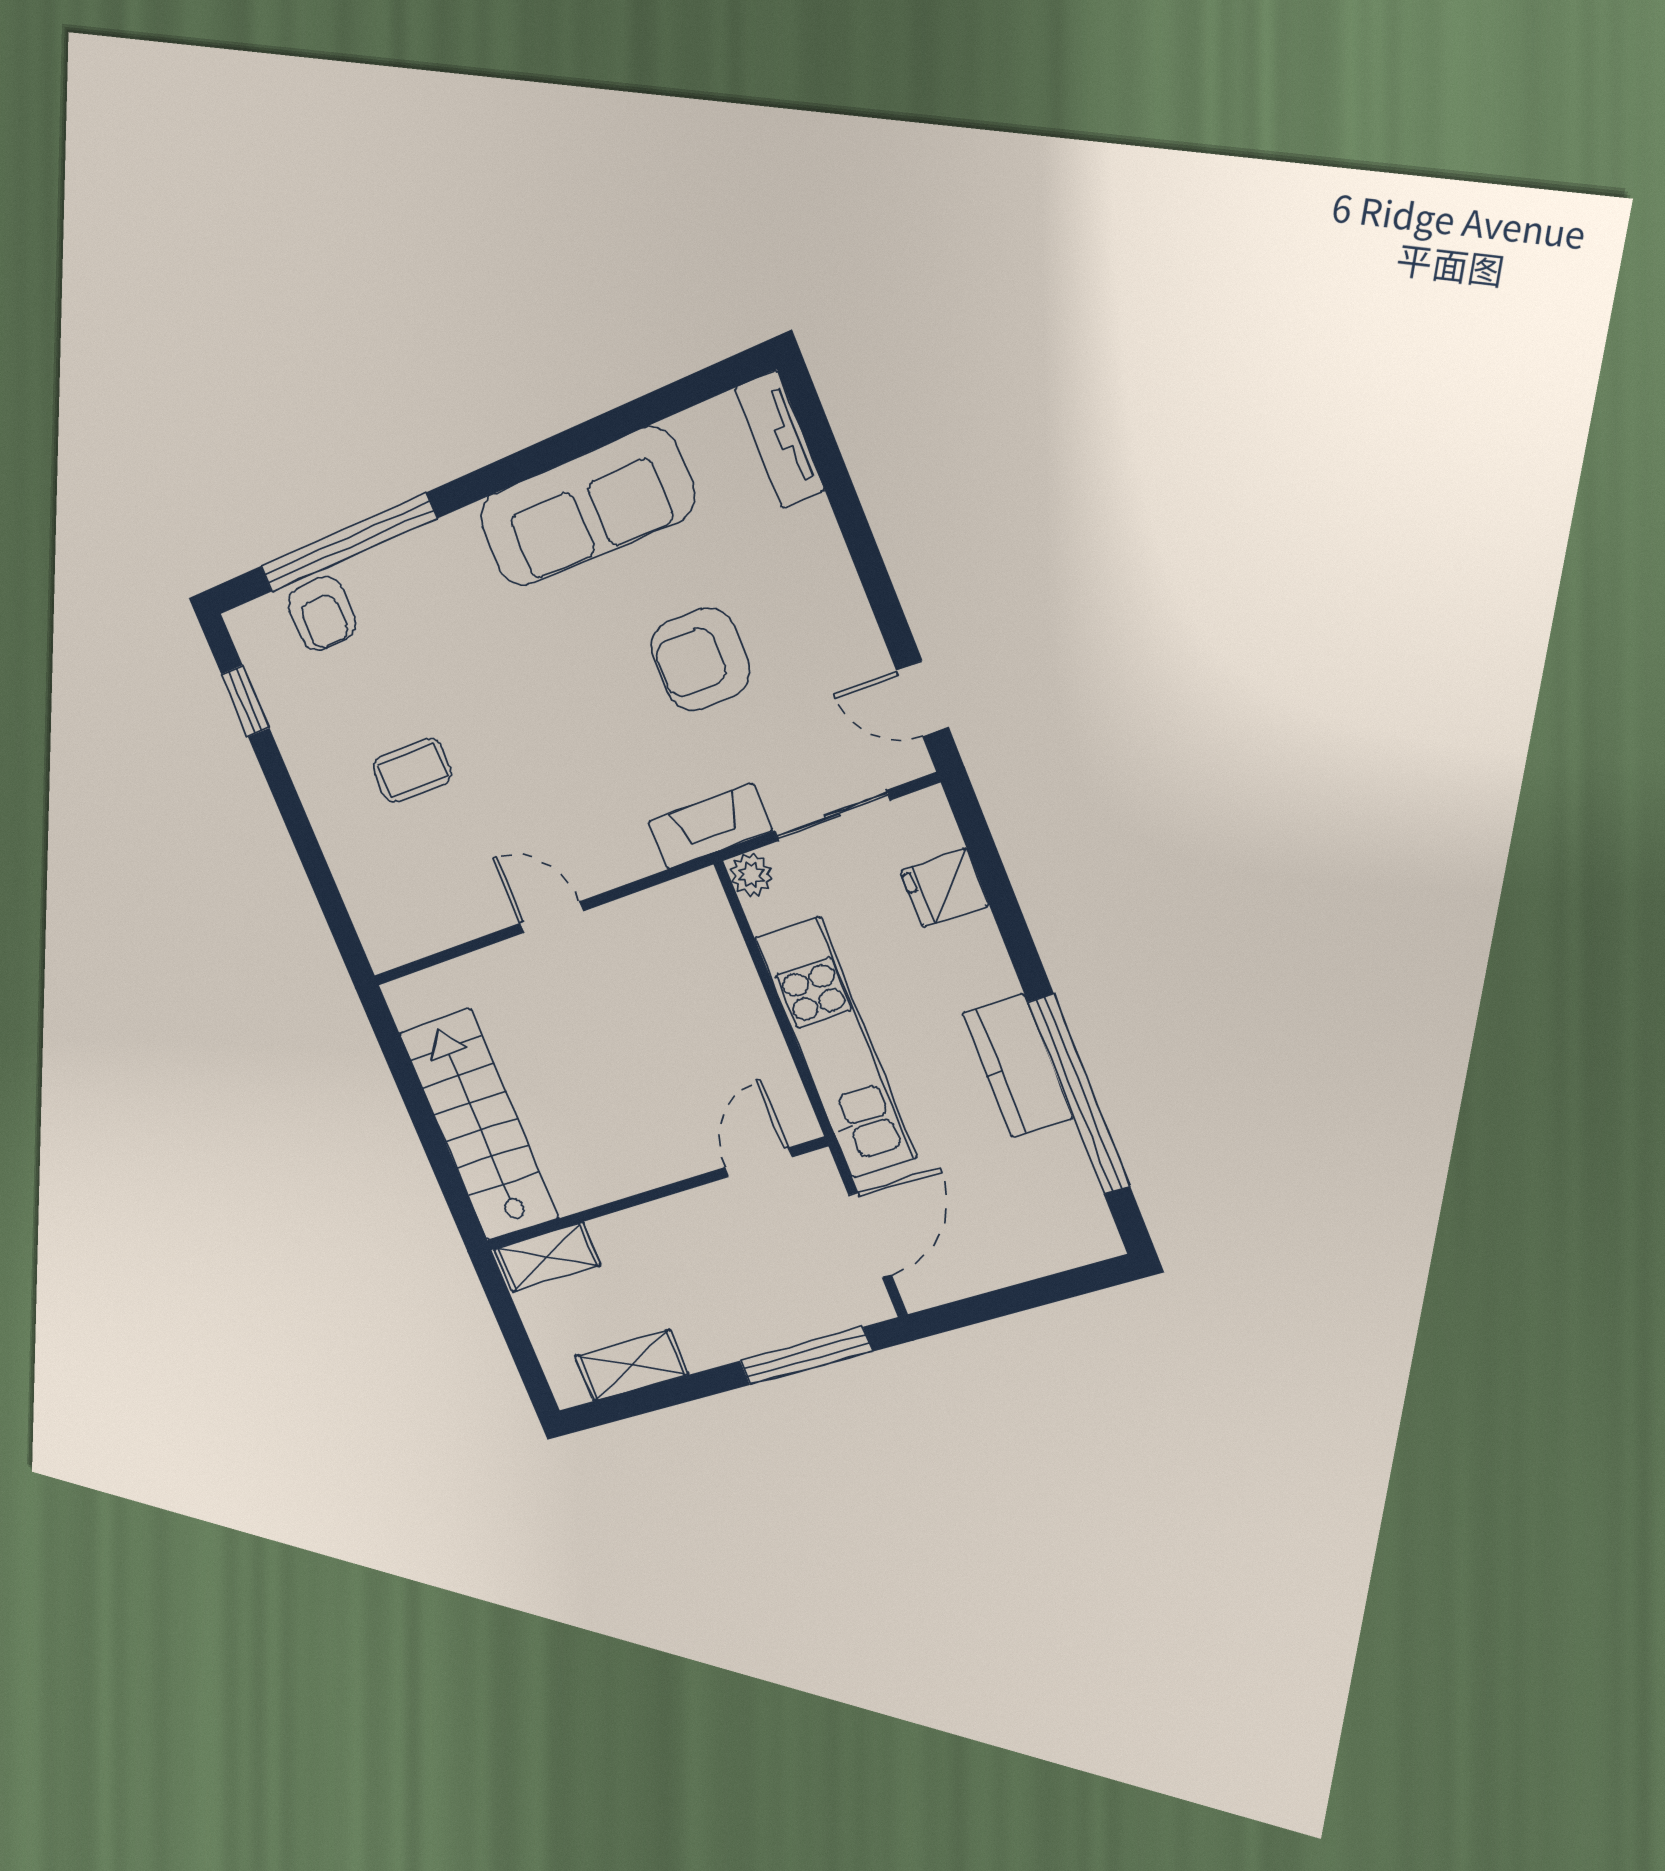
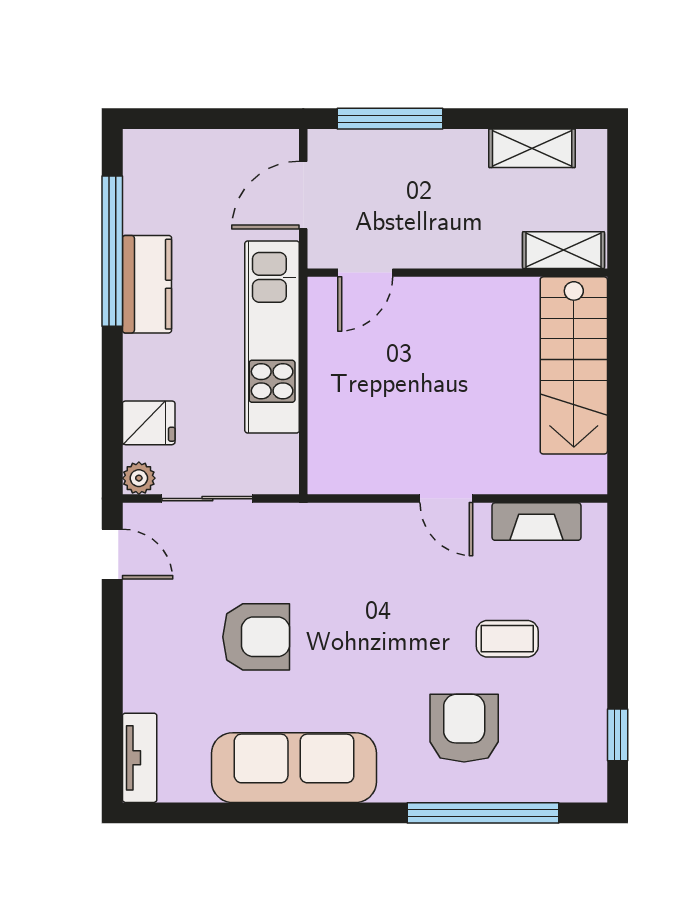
armchair: (322, 614) -> (464, 728), moved, width x1.38, depth x1.38
fireplace: (710, 826) -> (536, 522), moved
plant: (751, 875) -> (139, 478), moved

